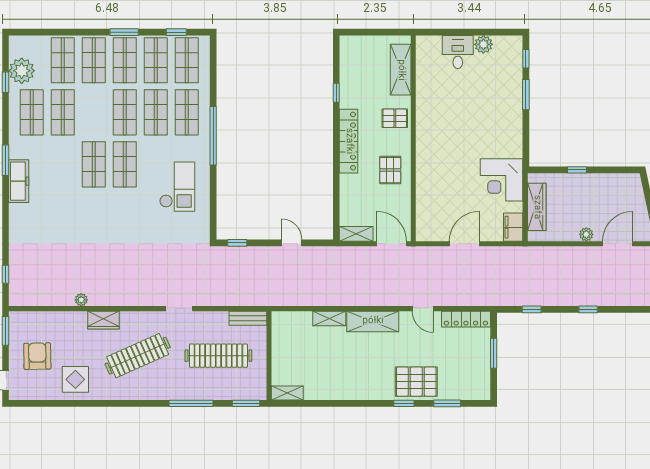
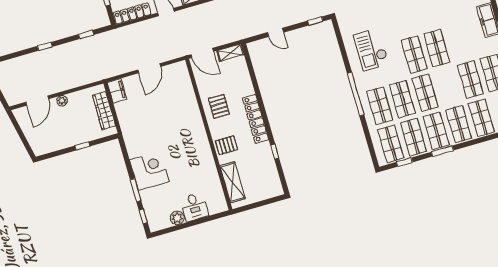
corner desk: (502, 180) -> (149, 171), moved

